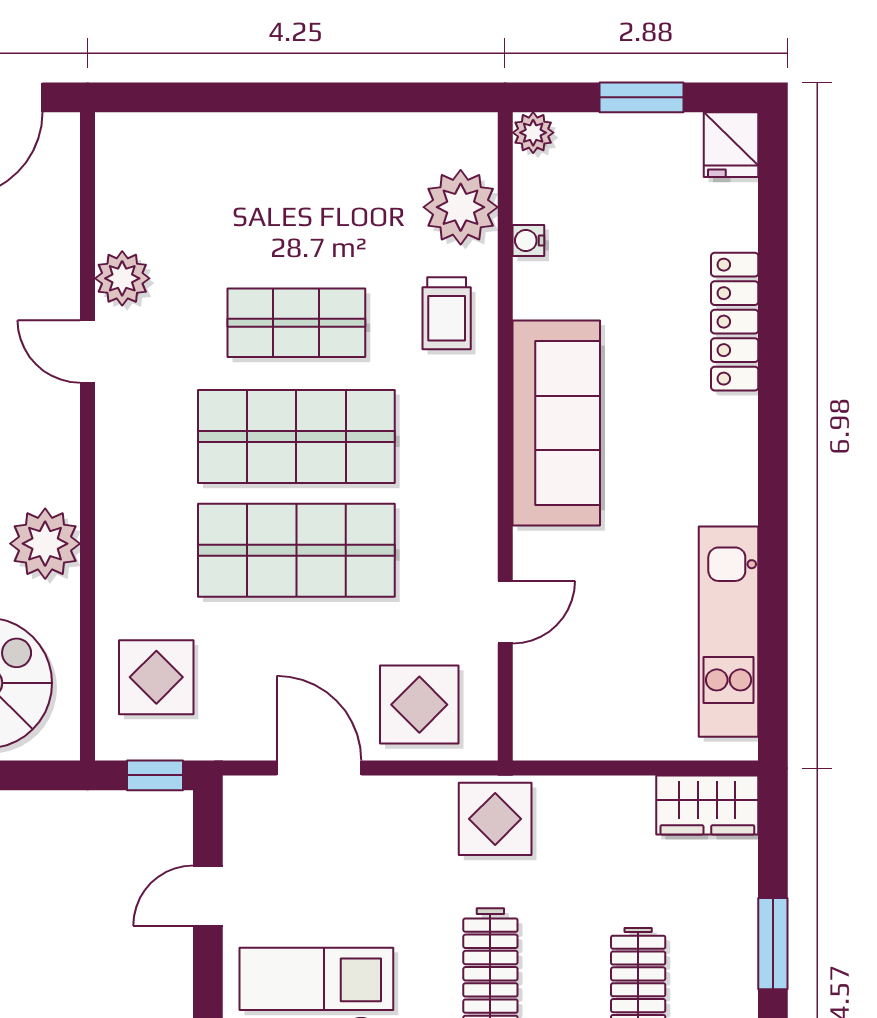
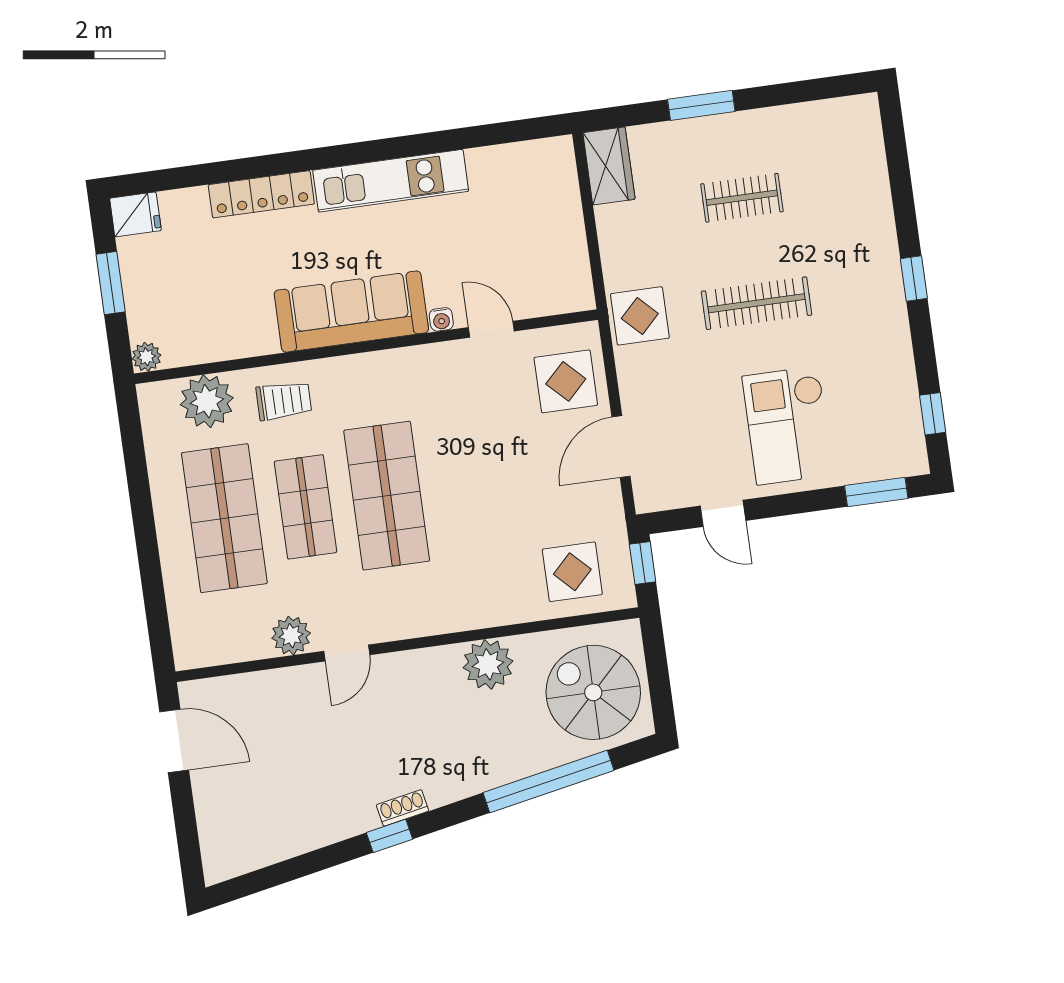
water cooler: (528, 240) -> (441, 319), moved
shop shelf: (296, 550) -> (224, 518), moved
kitchen unit: (729, 632) -> (391, 181), moved

